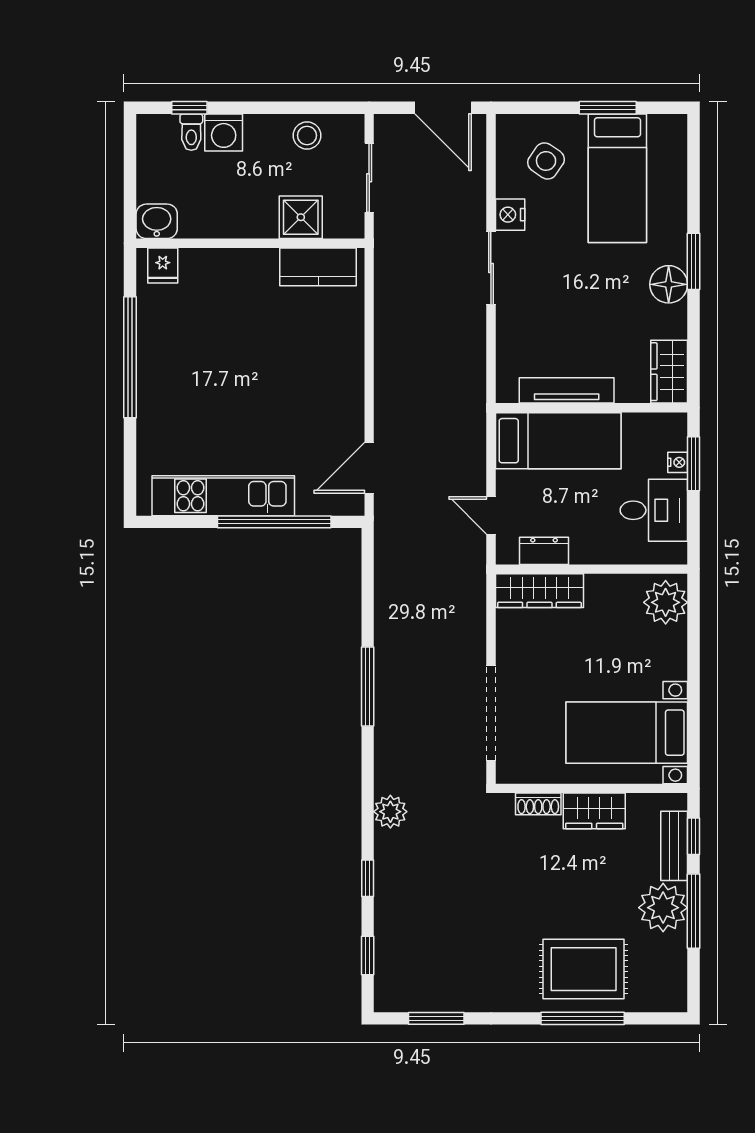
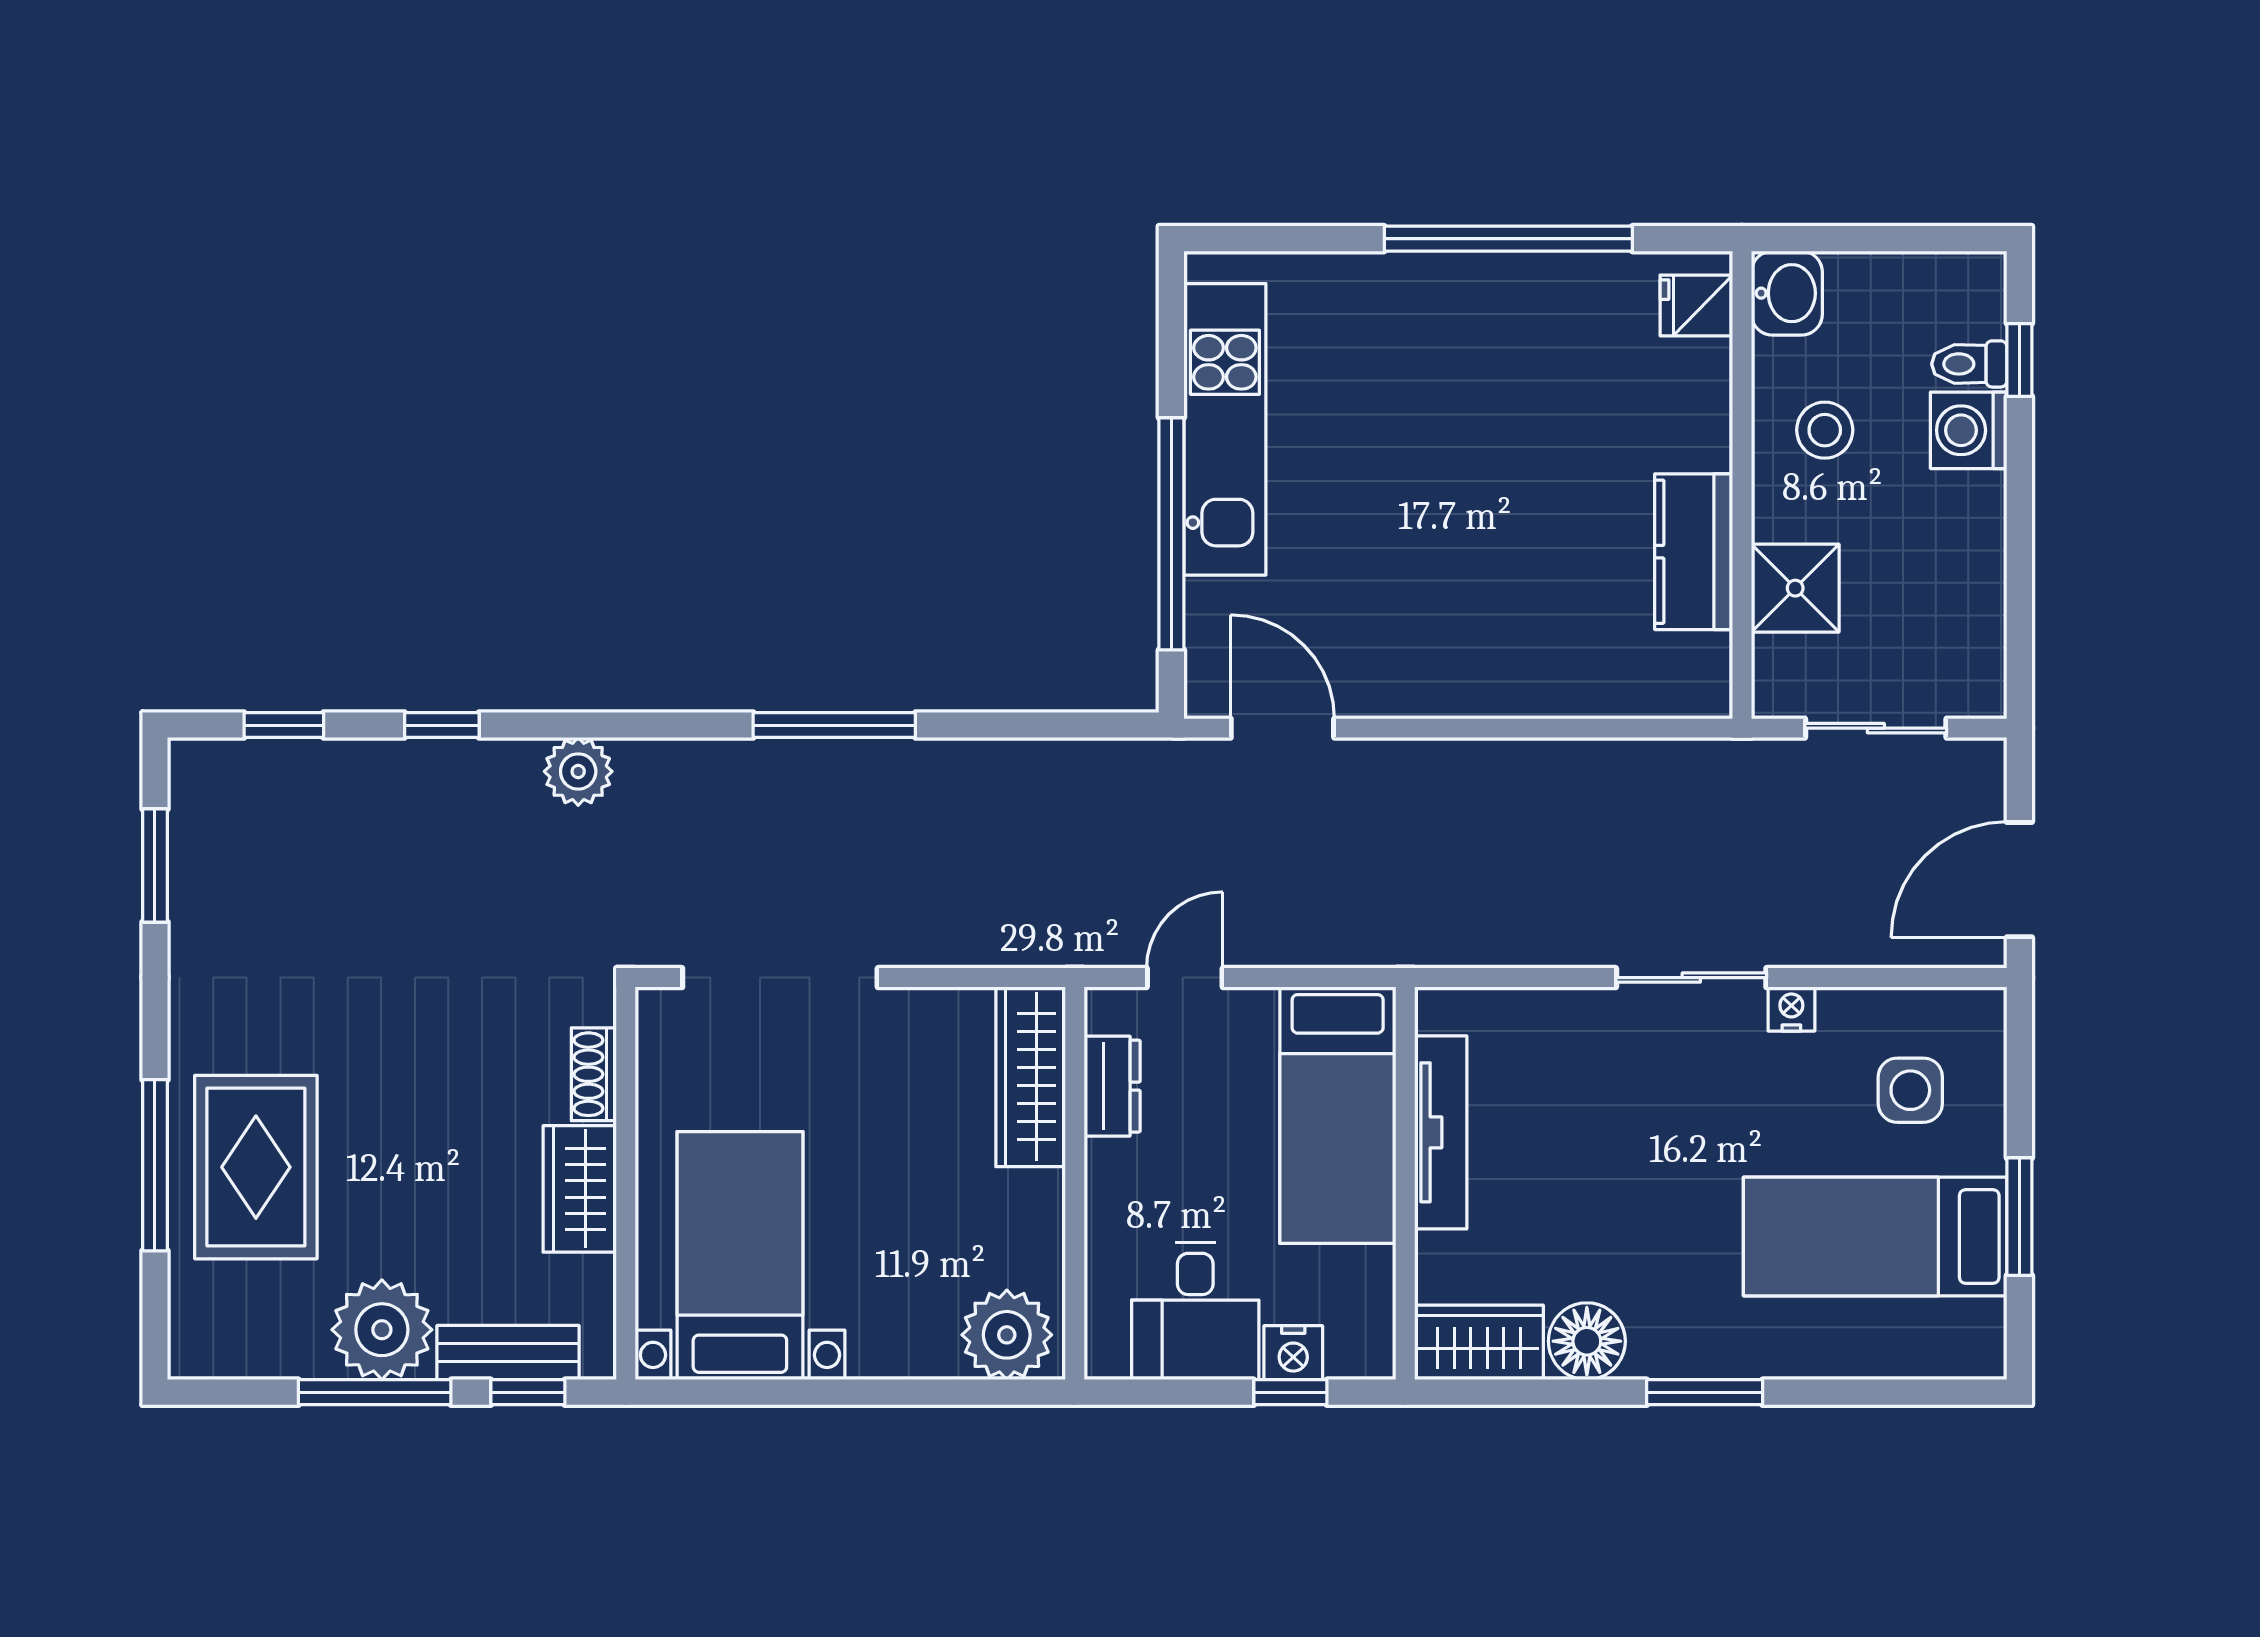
stool: (307, 135) -> (1825, 430), moved
side table: (546, 161) -> (1910, 1090), turned -34
nightstand: (510, 215) -> (1791, 1009), width x0.72, depth x0.74
kitchen counter: (318, 267) -> (1694, 552), moved
floor lamp: (669, 284) -> (1587, 1341), moved
nightstand: (678, 462) -> (1293, 1353), width x1.39, depth x1.35
window: (694, 464) -> (1290, 1392), width x0.67

